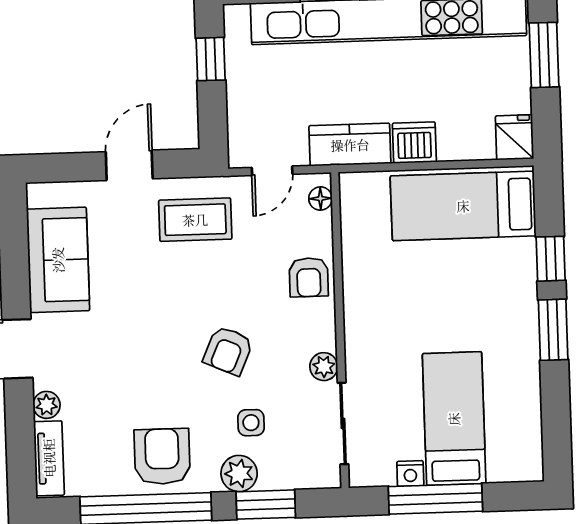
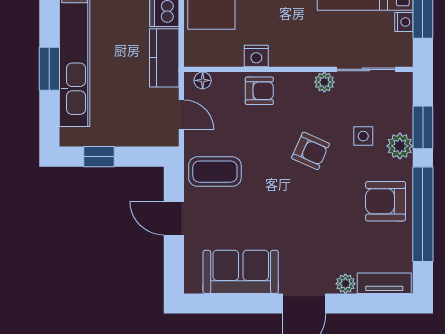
coffee table: (195, 220) -> (215, 172), turned 90
nightstand: (357, 272) -> (256, 56), added

